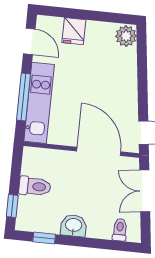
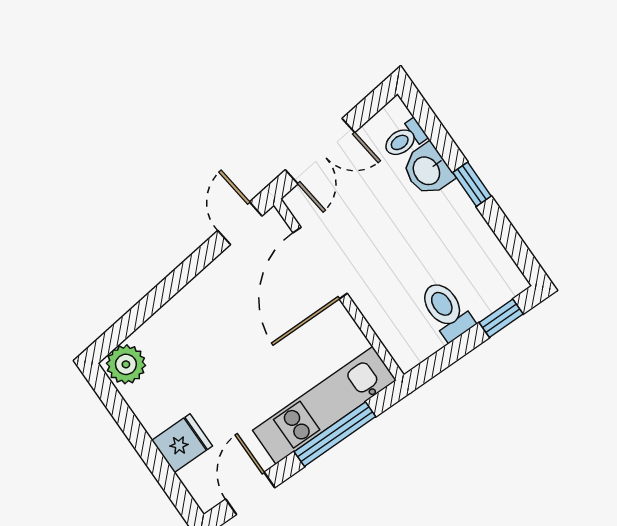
washbasin: (74, 226) -> (427, 170), moved
window: (44, 238) -> (472, 184), moved

